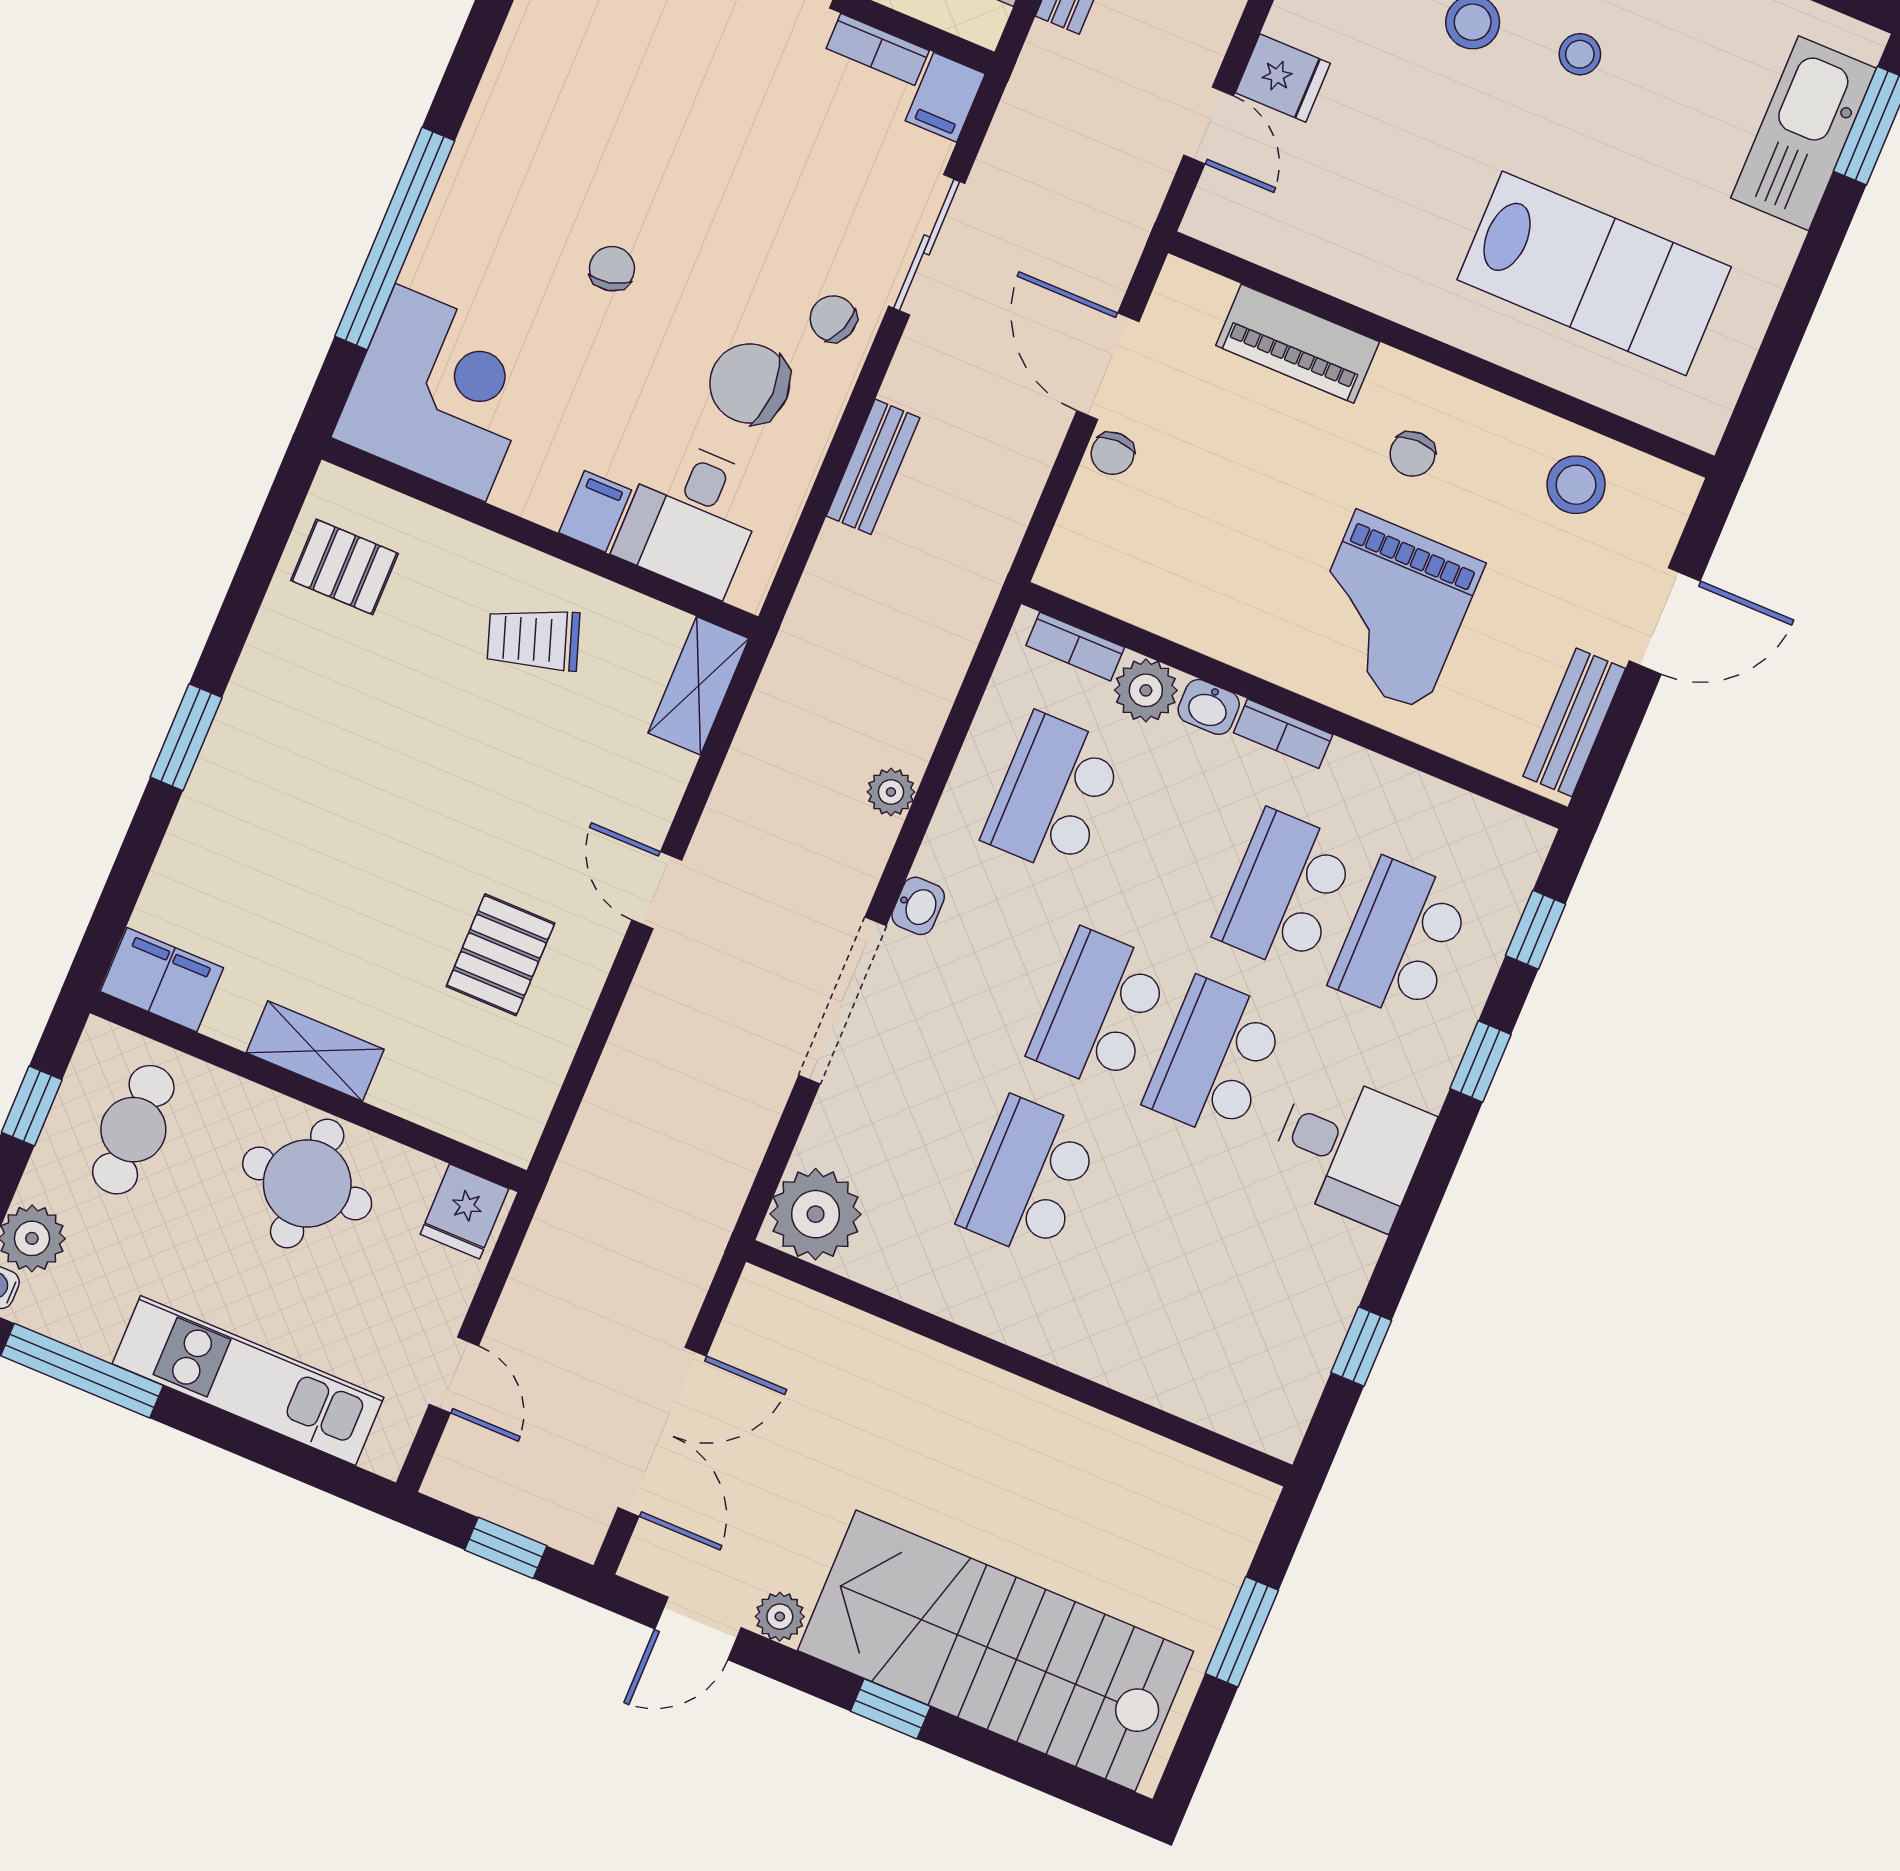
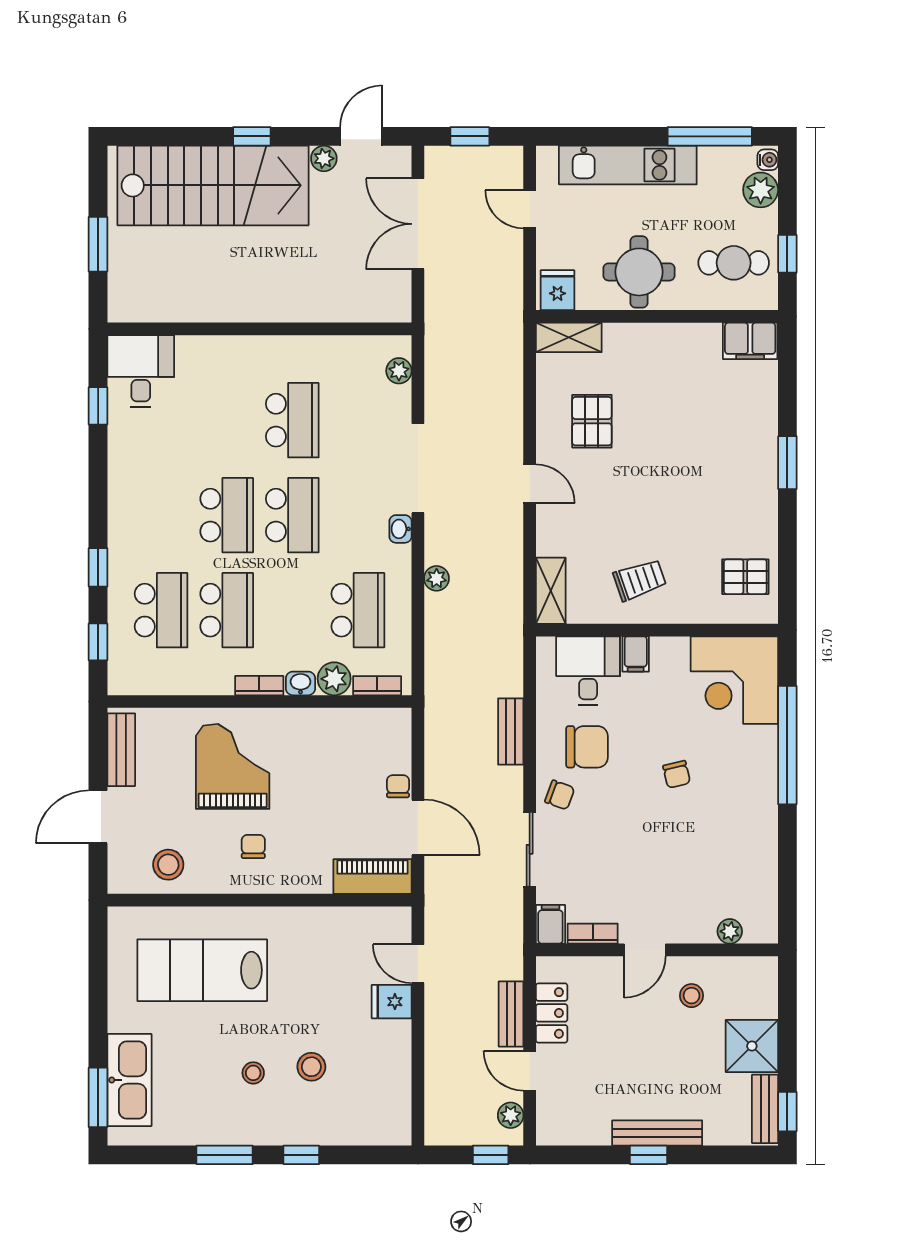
piano: (1298, 344) -> (373, 876), moved
shelving: (315, 1051) -> (569, 337), moved
cafe table: (133, 1130) -> (734, 263), turned 90
desk: (1350, 1149) -> (141, 371), moved, turned 90
plant: (816, 1214) -> (399, 371), width x0.53, depth x0.53

